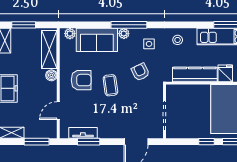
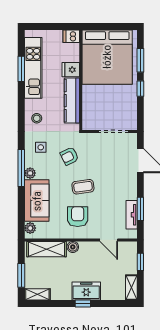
window: (37, 142) -> (140, 262), width x0.67

